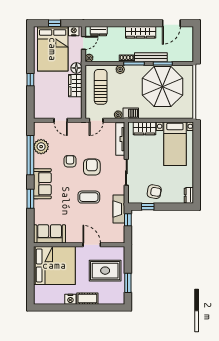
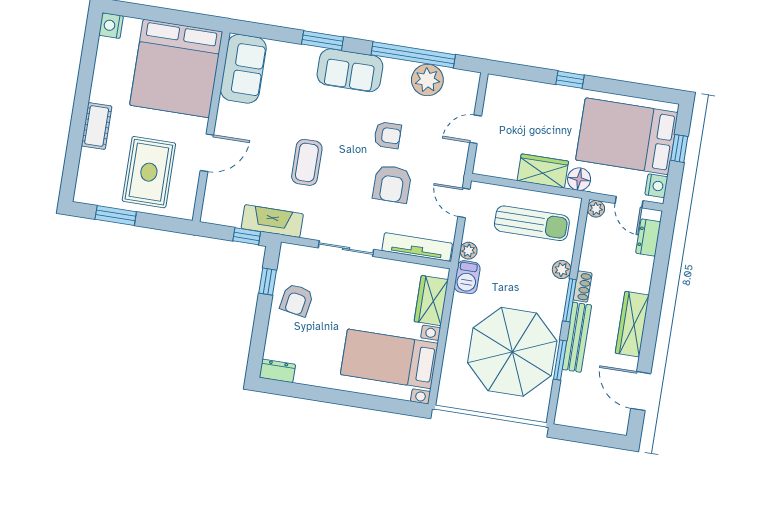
armchair: (92, 167) -> (392, 184), moved, turned 90
nightstand: (70, 299) -> (111, 26), moved

